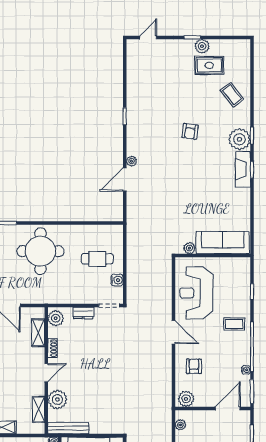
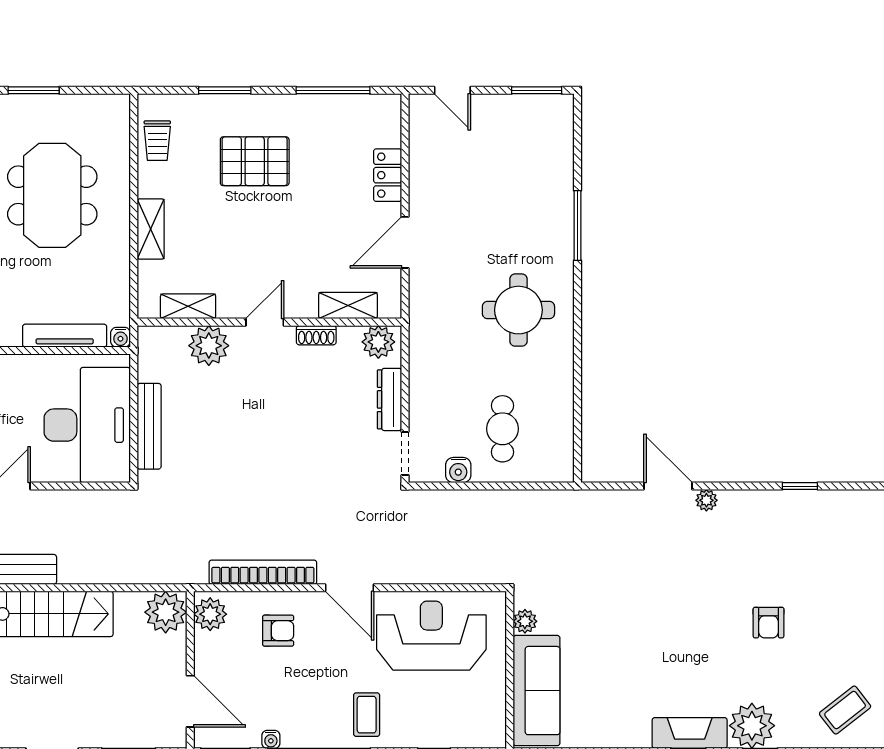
armchair: (190, 131) -> (768, 623), turned -98
round table: (40, 251) -> (518, 310), width x0.73, depth x0.73
dresser: (83, 313) -> (389, 399), width x1.44
door: (173, 332) -> (349, 588), hinge flipped
door: (46, 373) -> (265, 322), swing flipped
bookcase: (166, 374) -> (263, 572), added
plant: (180, 425) -> (166, 612), width x1.88, depth x1.88
bench: (68, 428) -> (149, 426), moved

